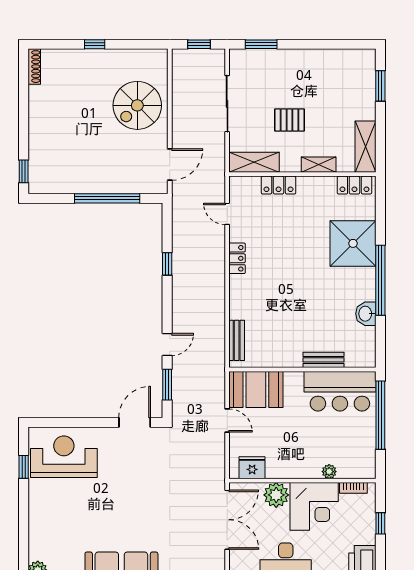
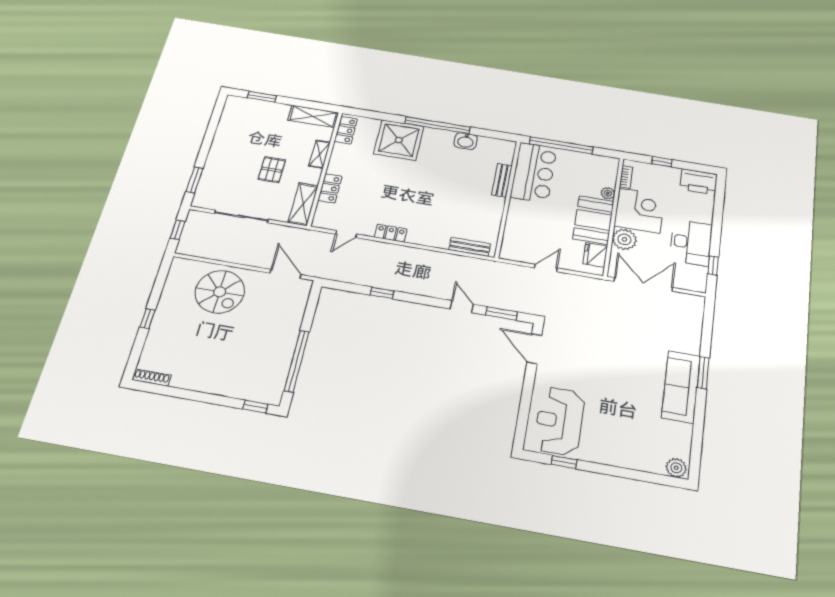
window: (107, 198) -> (297, 361), moved
booth: (256, 389) -> (593, 220), moved

